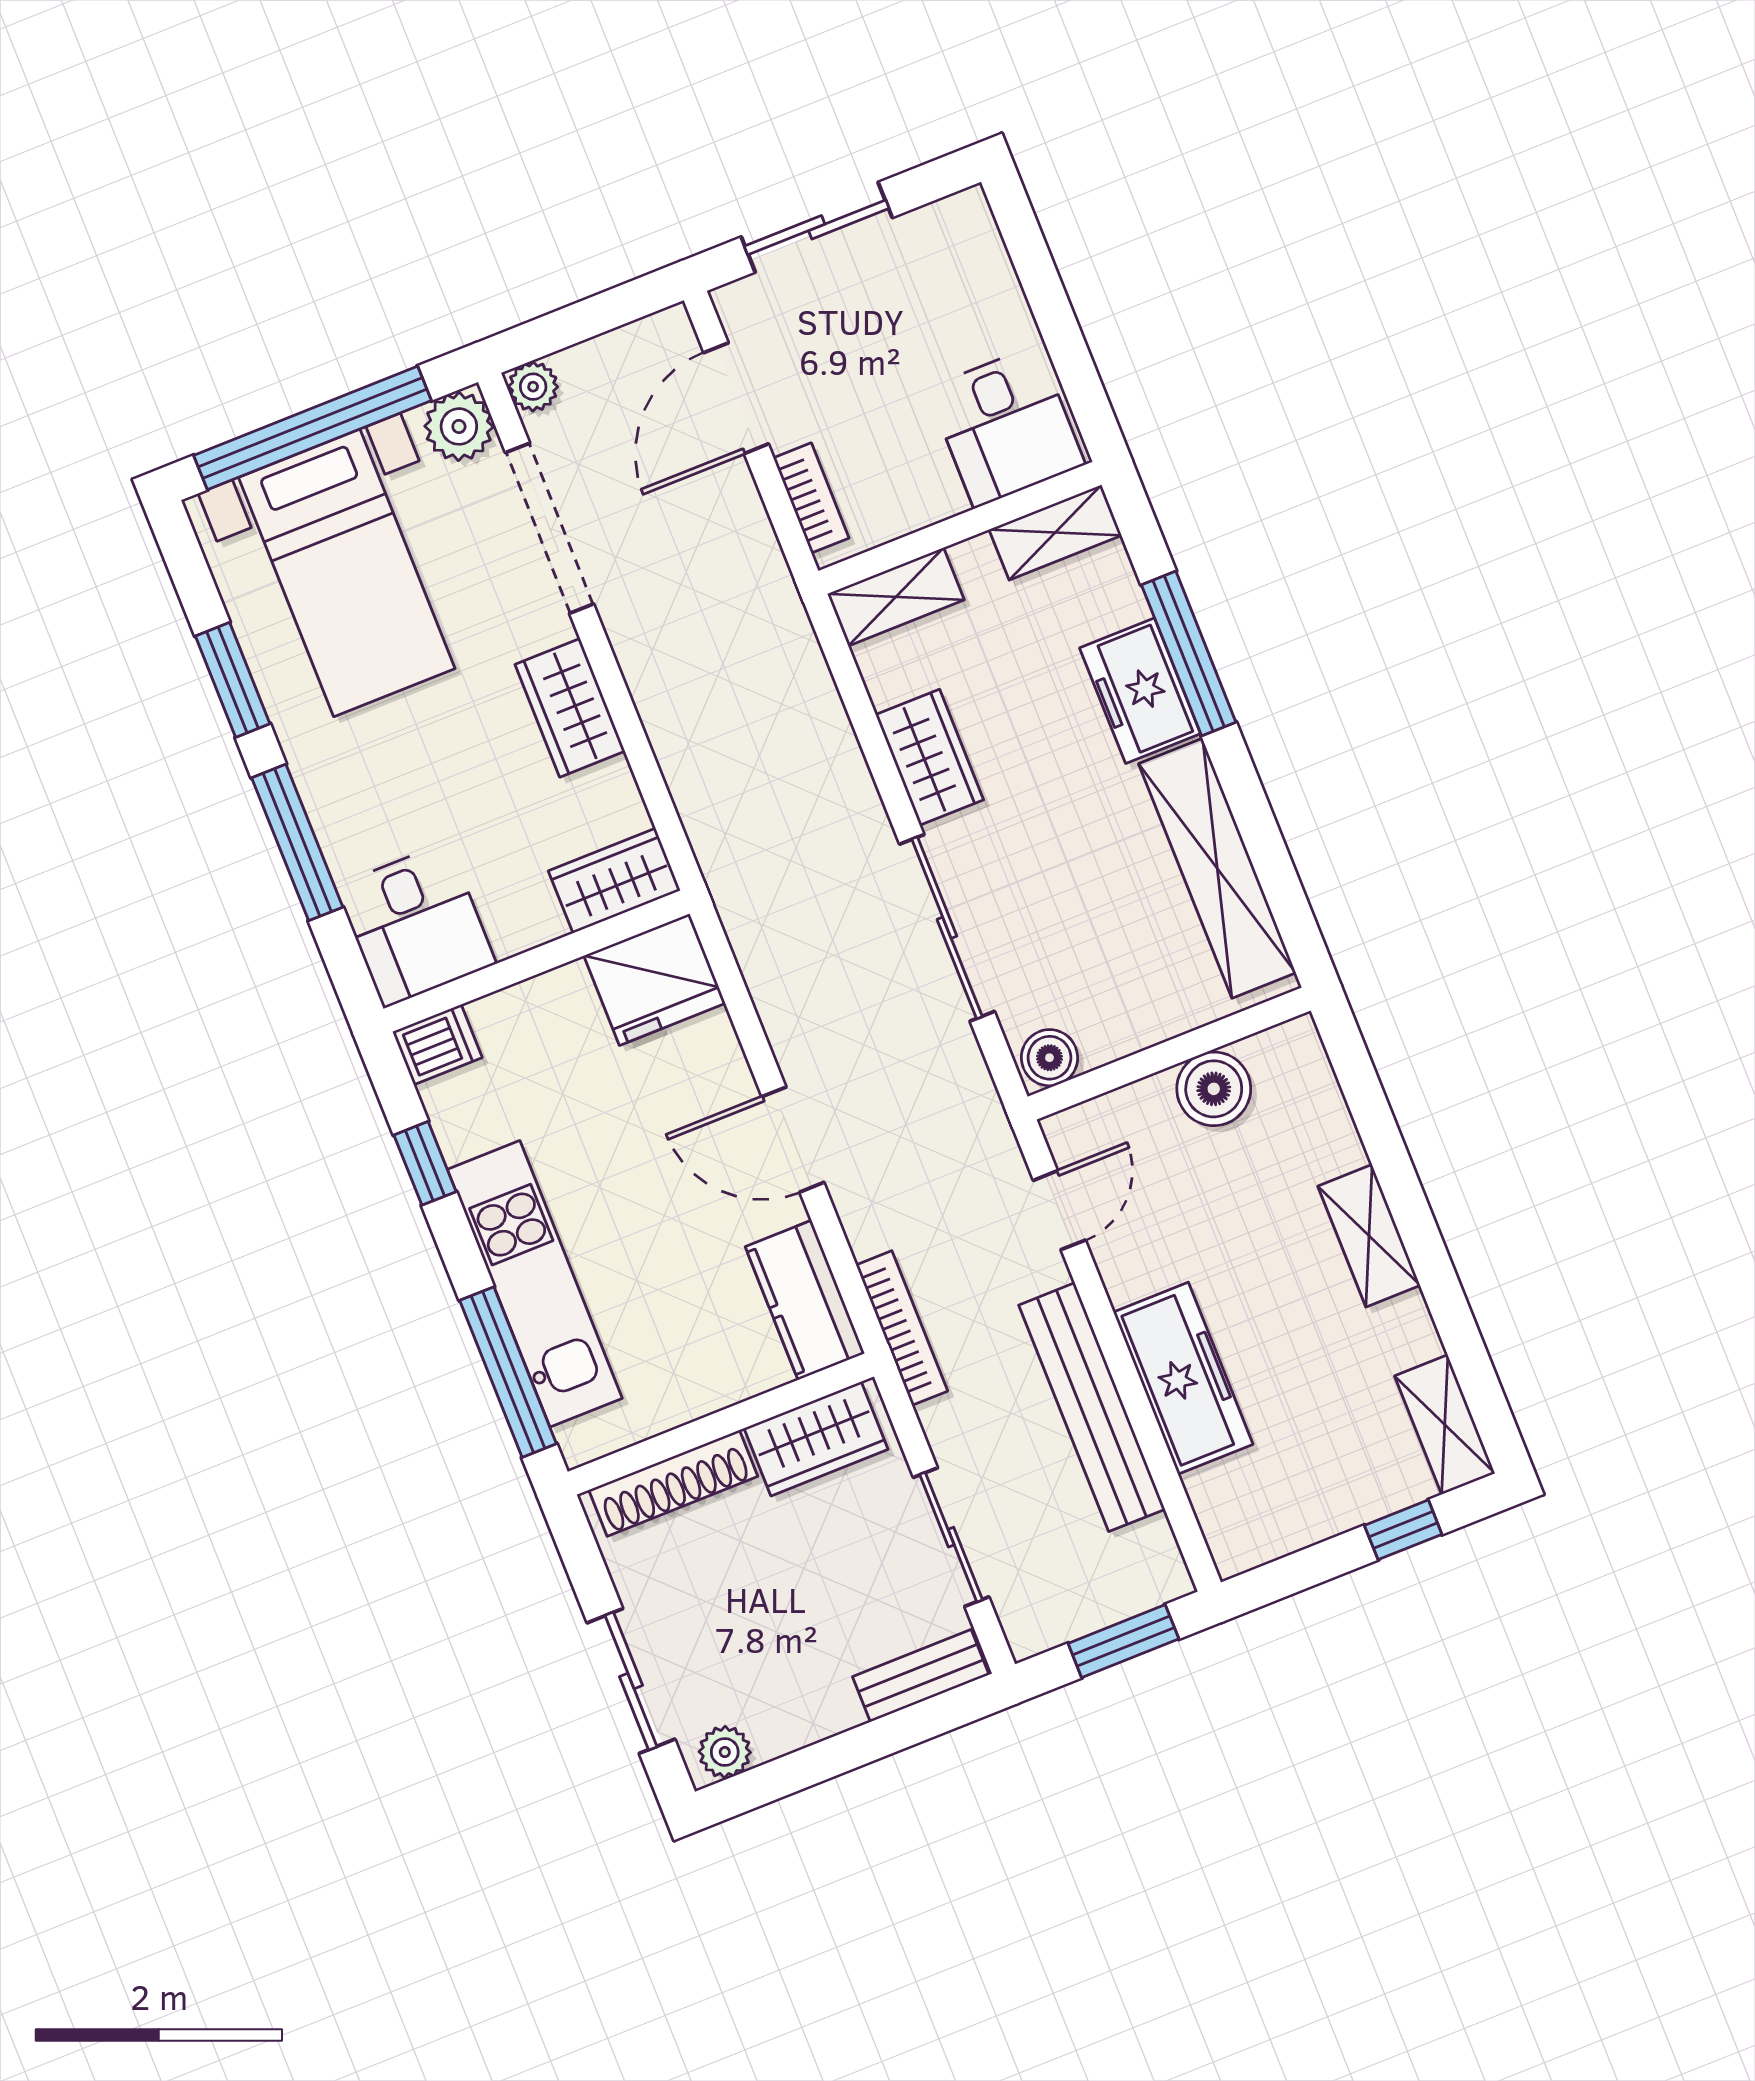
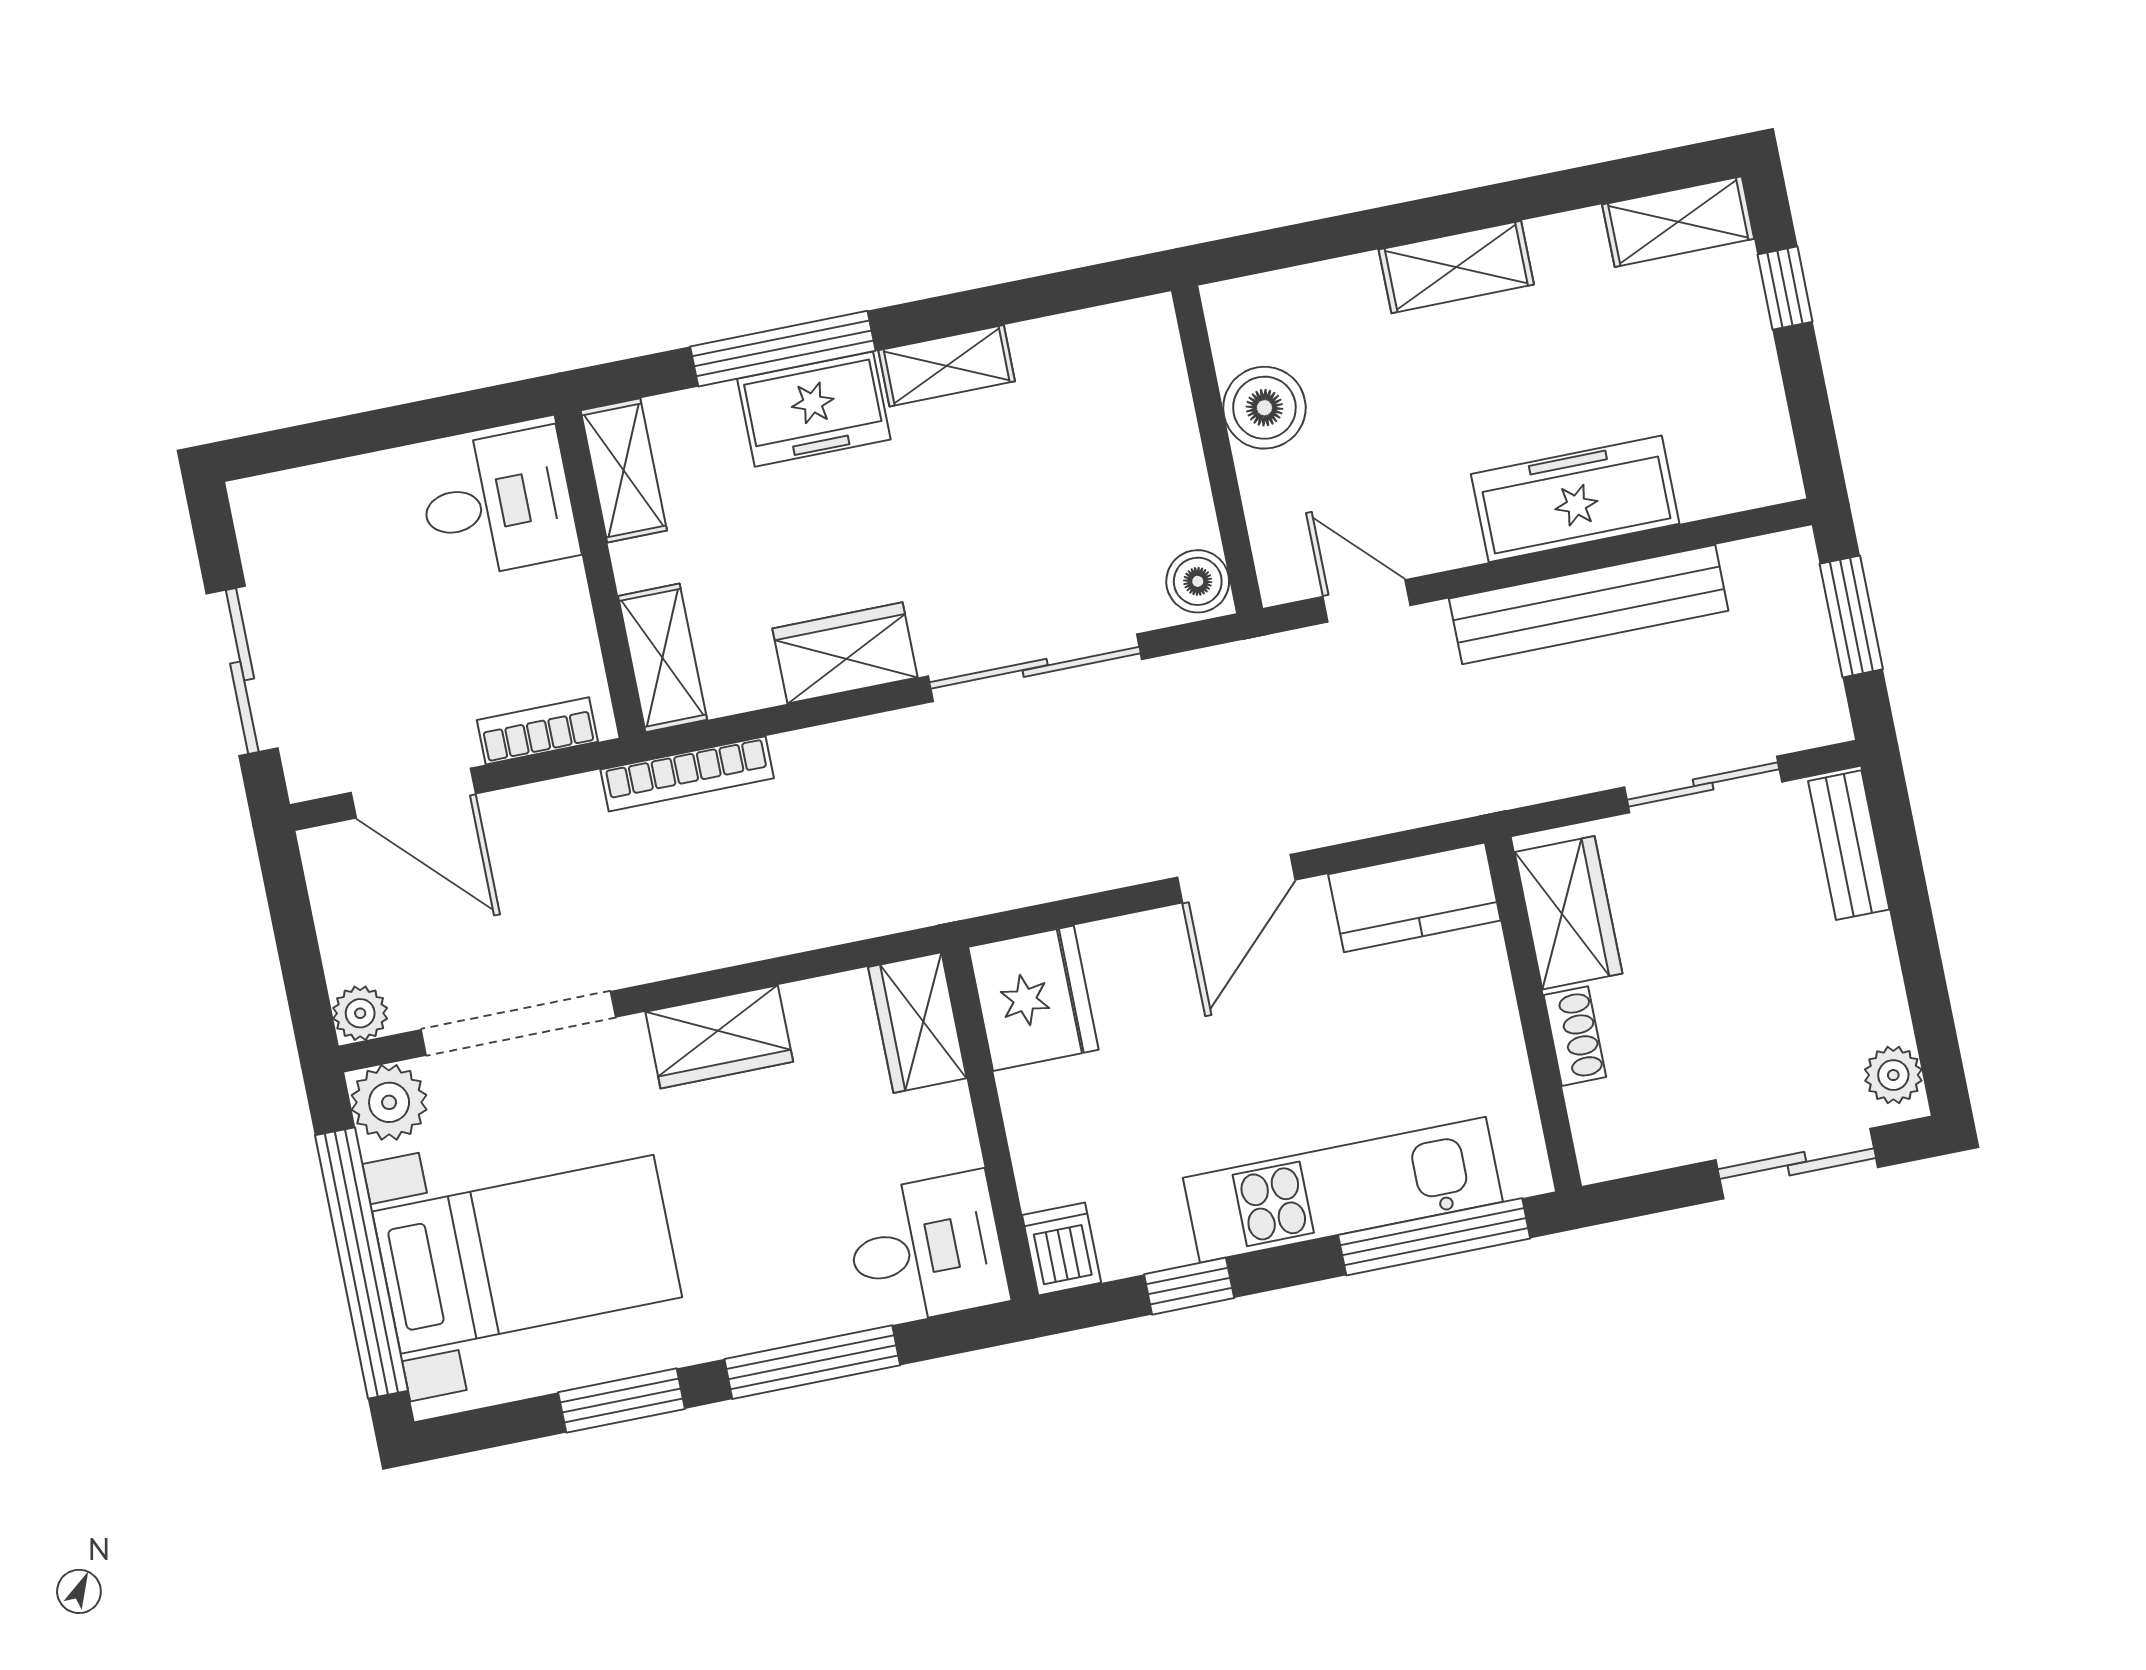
shelving: (1217, 868) -> (947, 366), width x0.45, depth x0.75
bookcase: (902, 1328) -> (687, 774), moved, turned 180
shoe rack: (673, 1483) -> (1575, 1036), width x0.51, depth x0.81

